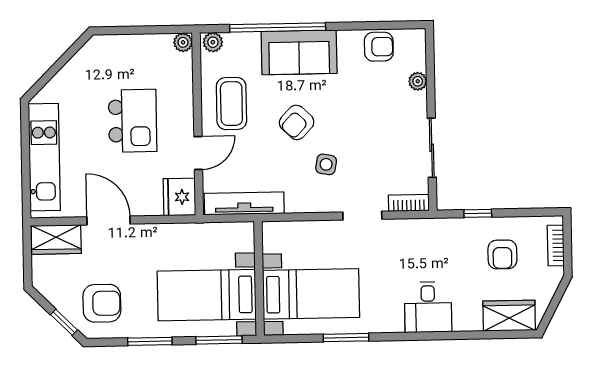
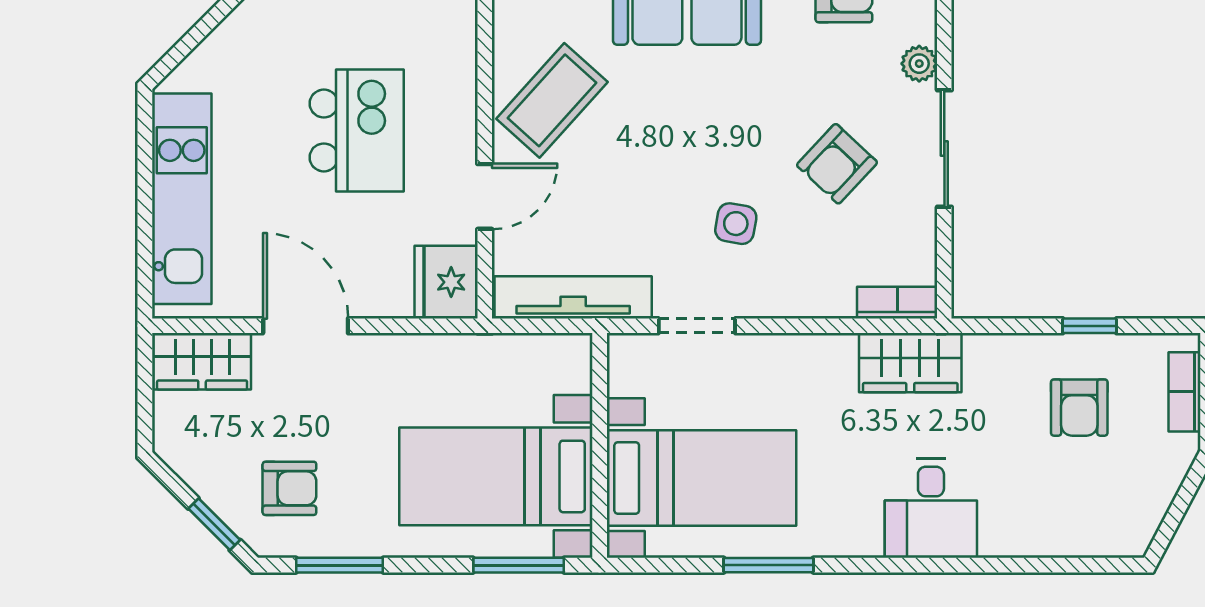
coffee table: (231, 104) -> (552, 100), turned 42
armchair: (297, 122) -> (837, 164), moved
sliding door: (432, 148) -> (944, 149), moved
window: (478, 213) -> (1090, 326), moved
doorway: (362, 216) -> (697, 326), moved
armchair: (102, 303) -> (289, 488), width x0.72, depth x0.72
wardrobe: (509, 316) -> (910, 363), moved, turned 180
window: (150, 341) -> (340, 565), moved

